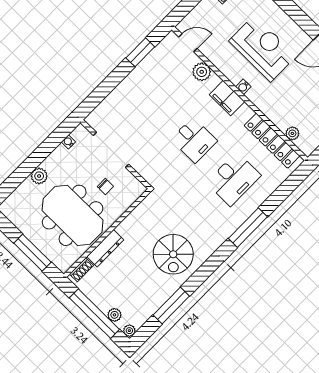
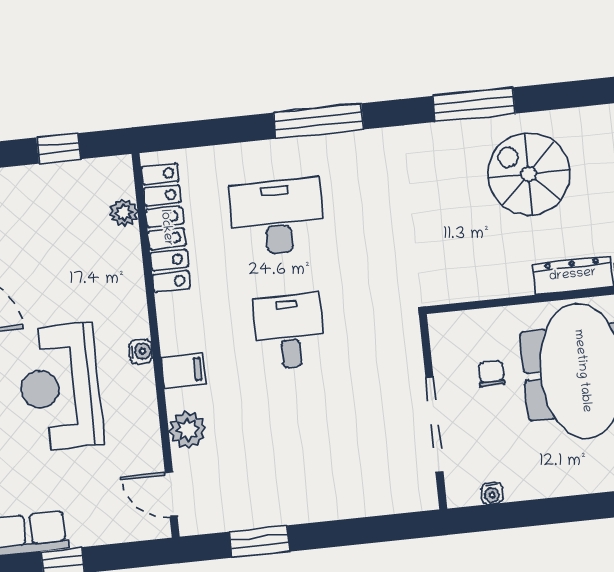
filing cabinet: (227, 98) -> (183, 370), width x0.50
plant: (39, 176) -> (583, 477), removed
spiral stairs: (173, 254) -> (529, 174), moved, turned -90
window: (171, 305) -> (474, 105), moved

